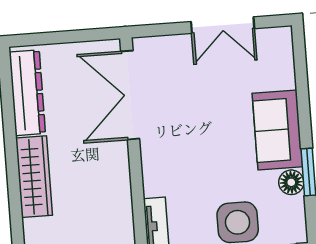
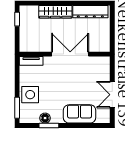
double door: (130, 95) -> (70, 54), moved
sofa: (277, 130) -> (80, 114), moved

